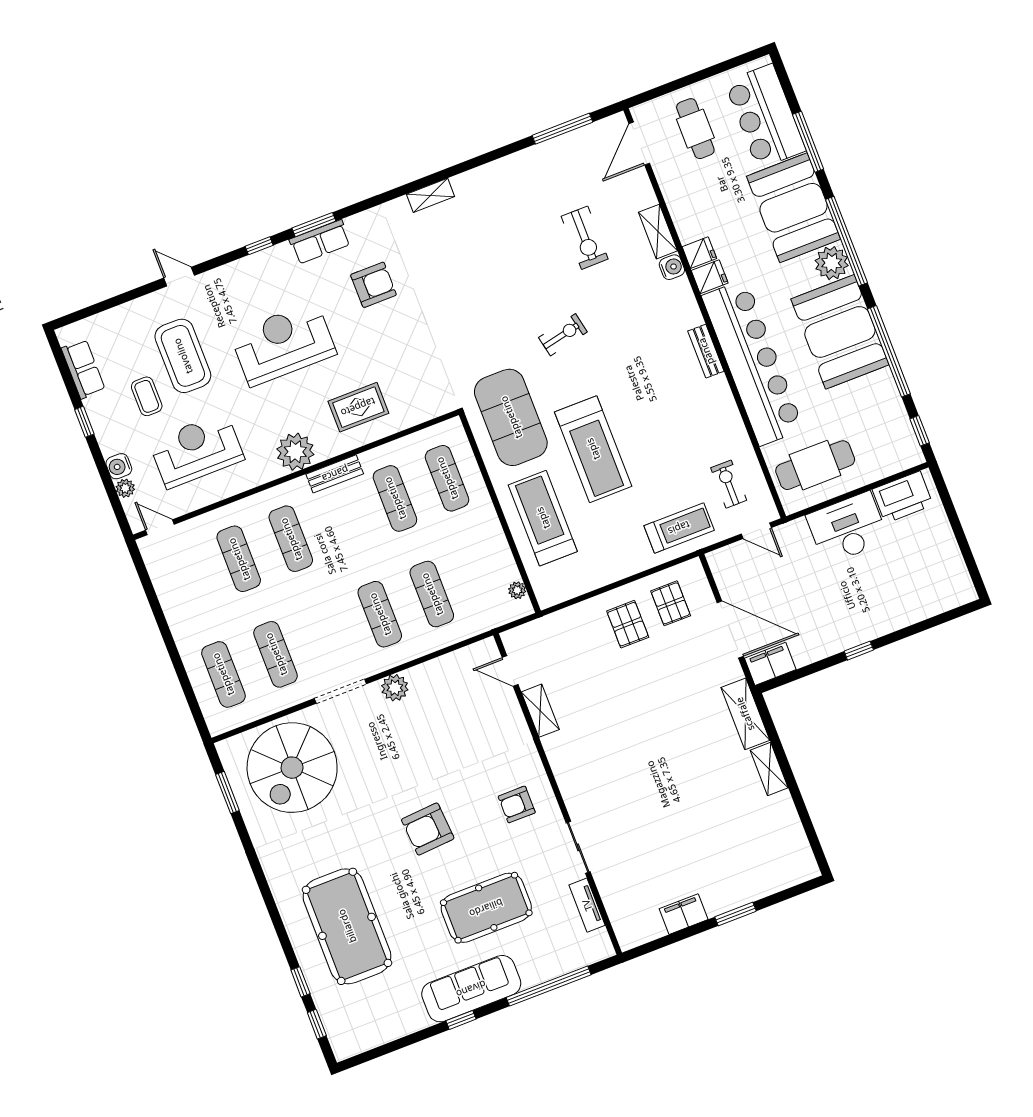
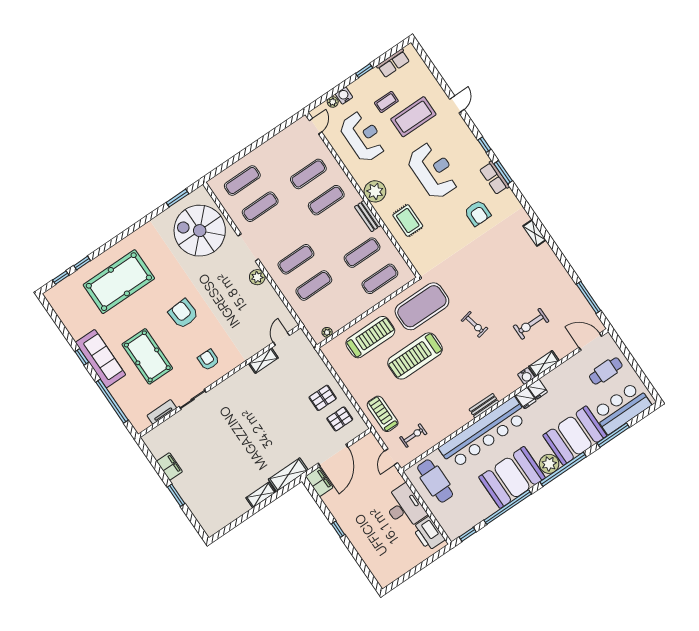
treadmill: (679, 528) -> (383, 414), turned 180

